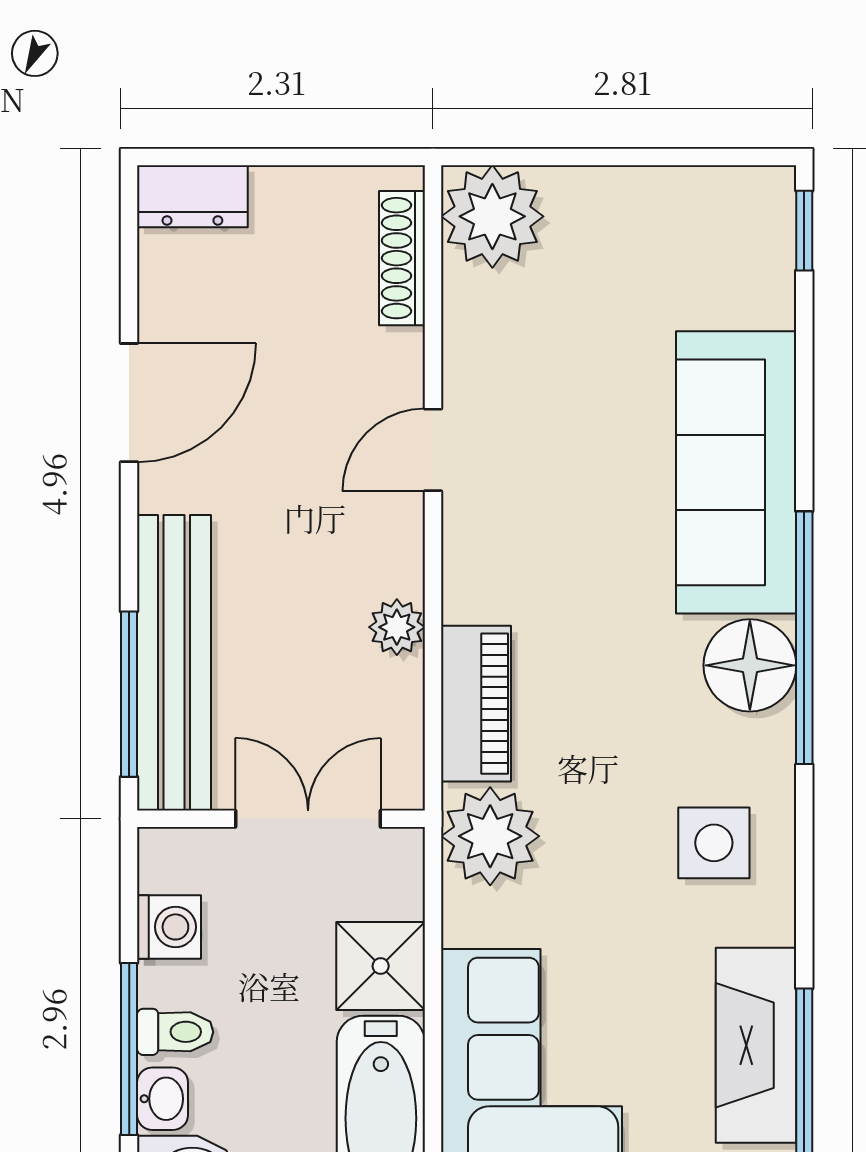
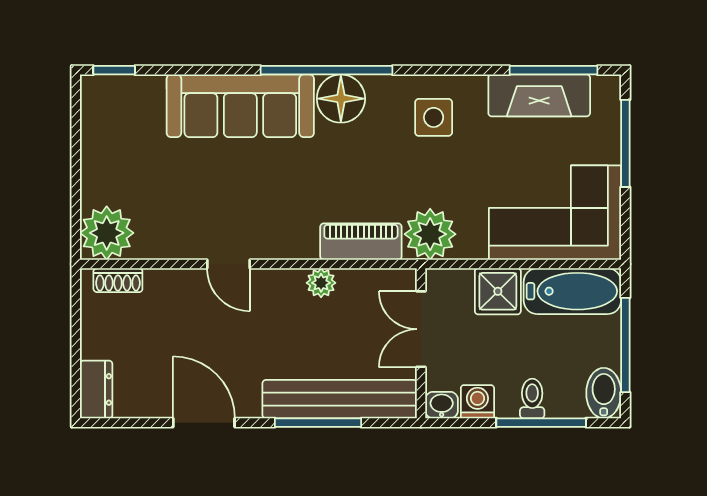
shoe rack: (402, 258) -> (118, 280), width x0.70
window: (129, 694) -> (318, 423), moved
washbasin: (163, 1099) -> (442, 405), moved

